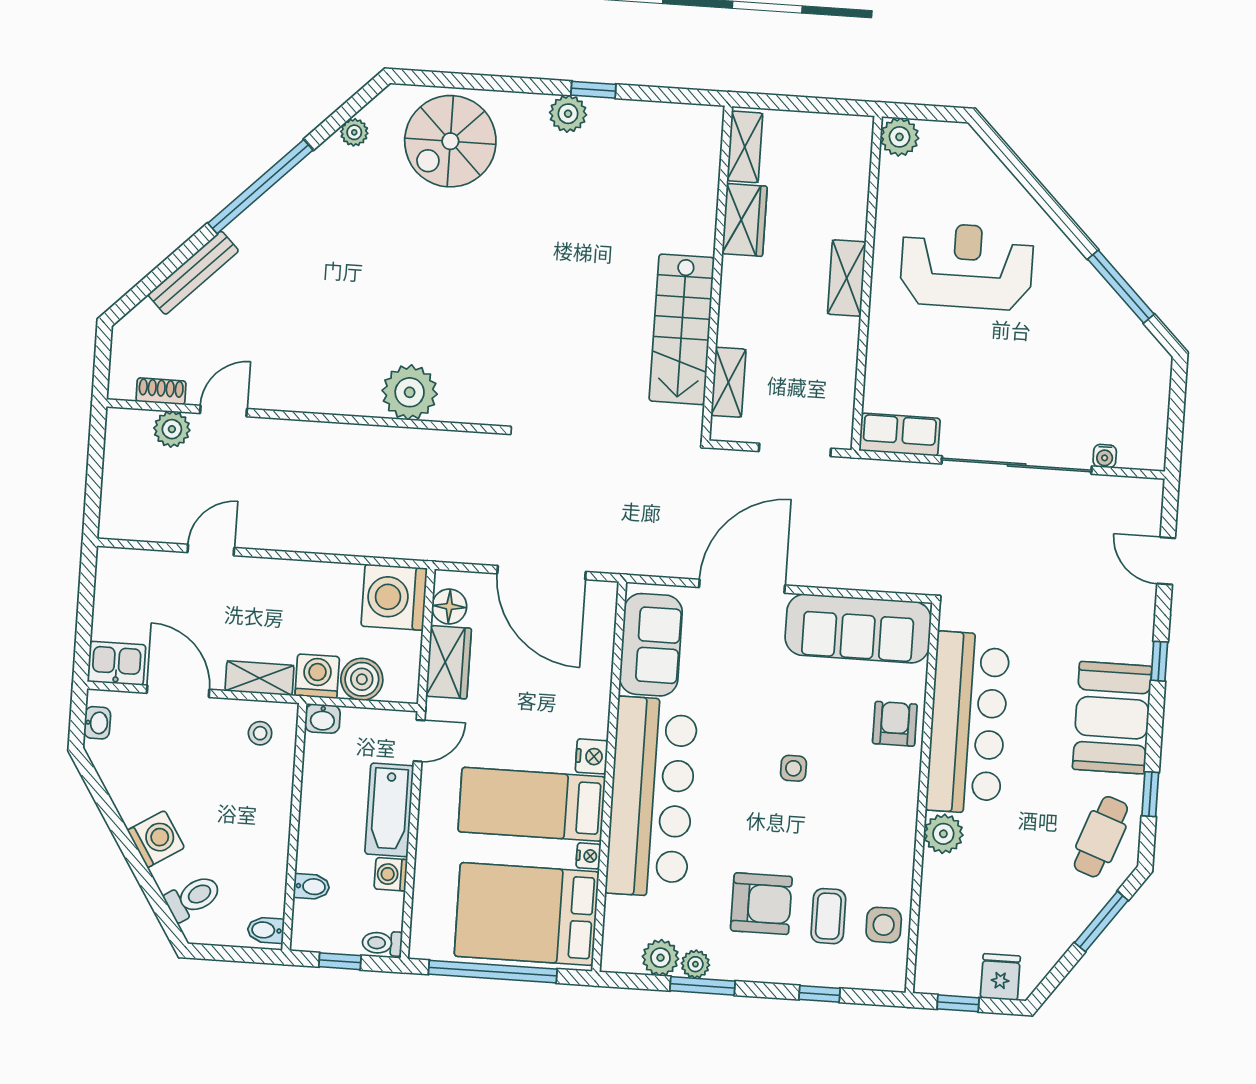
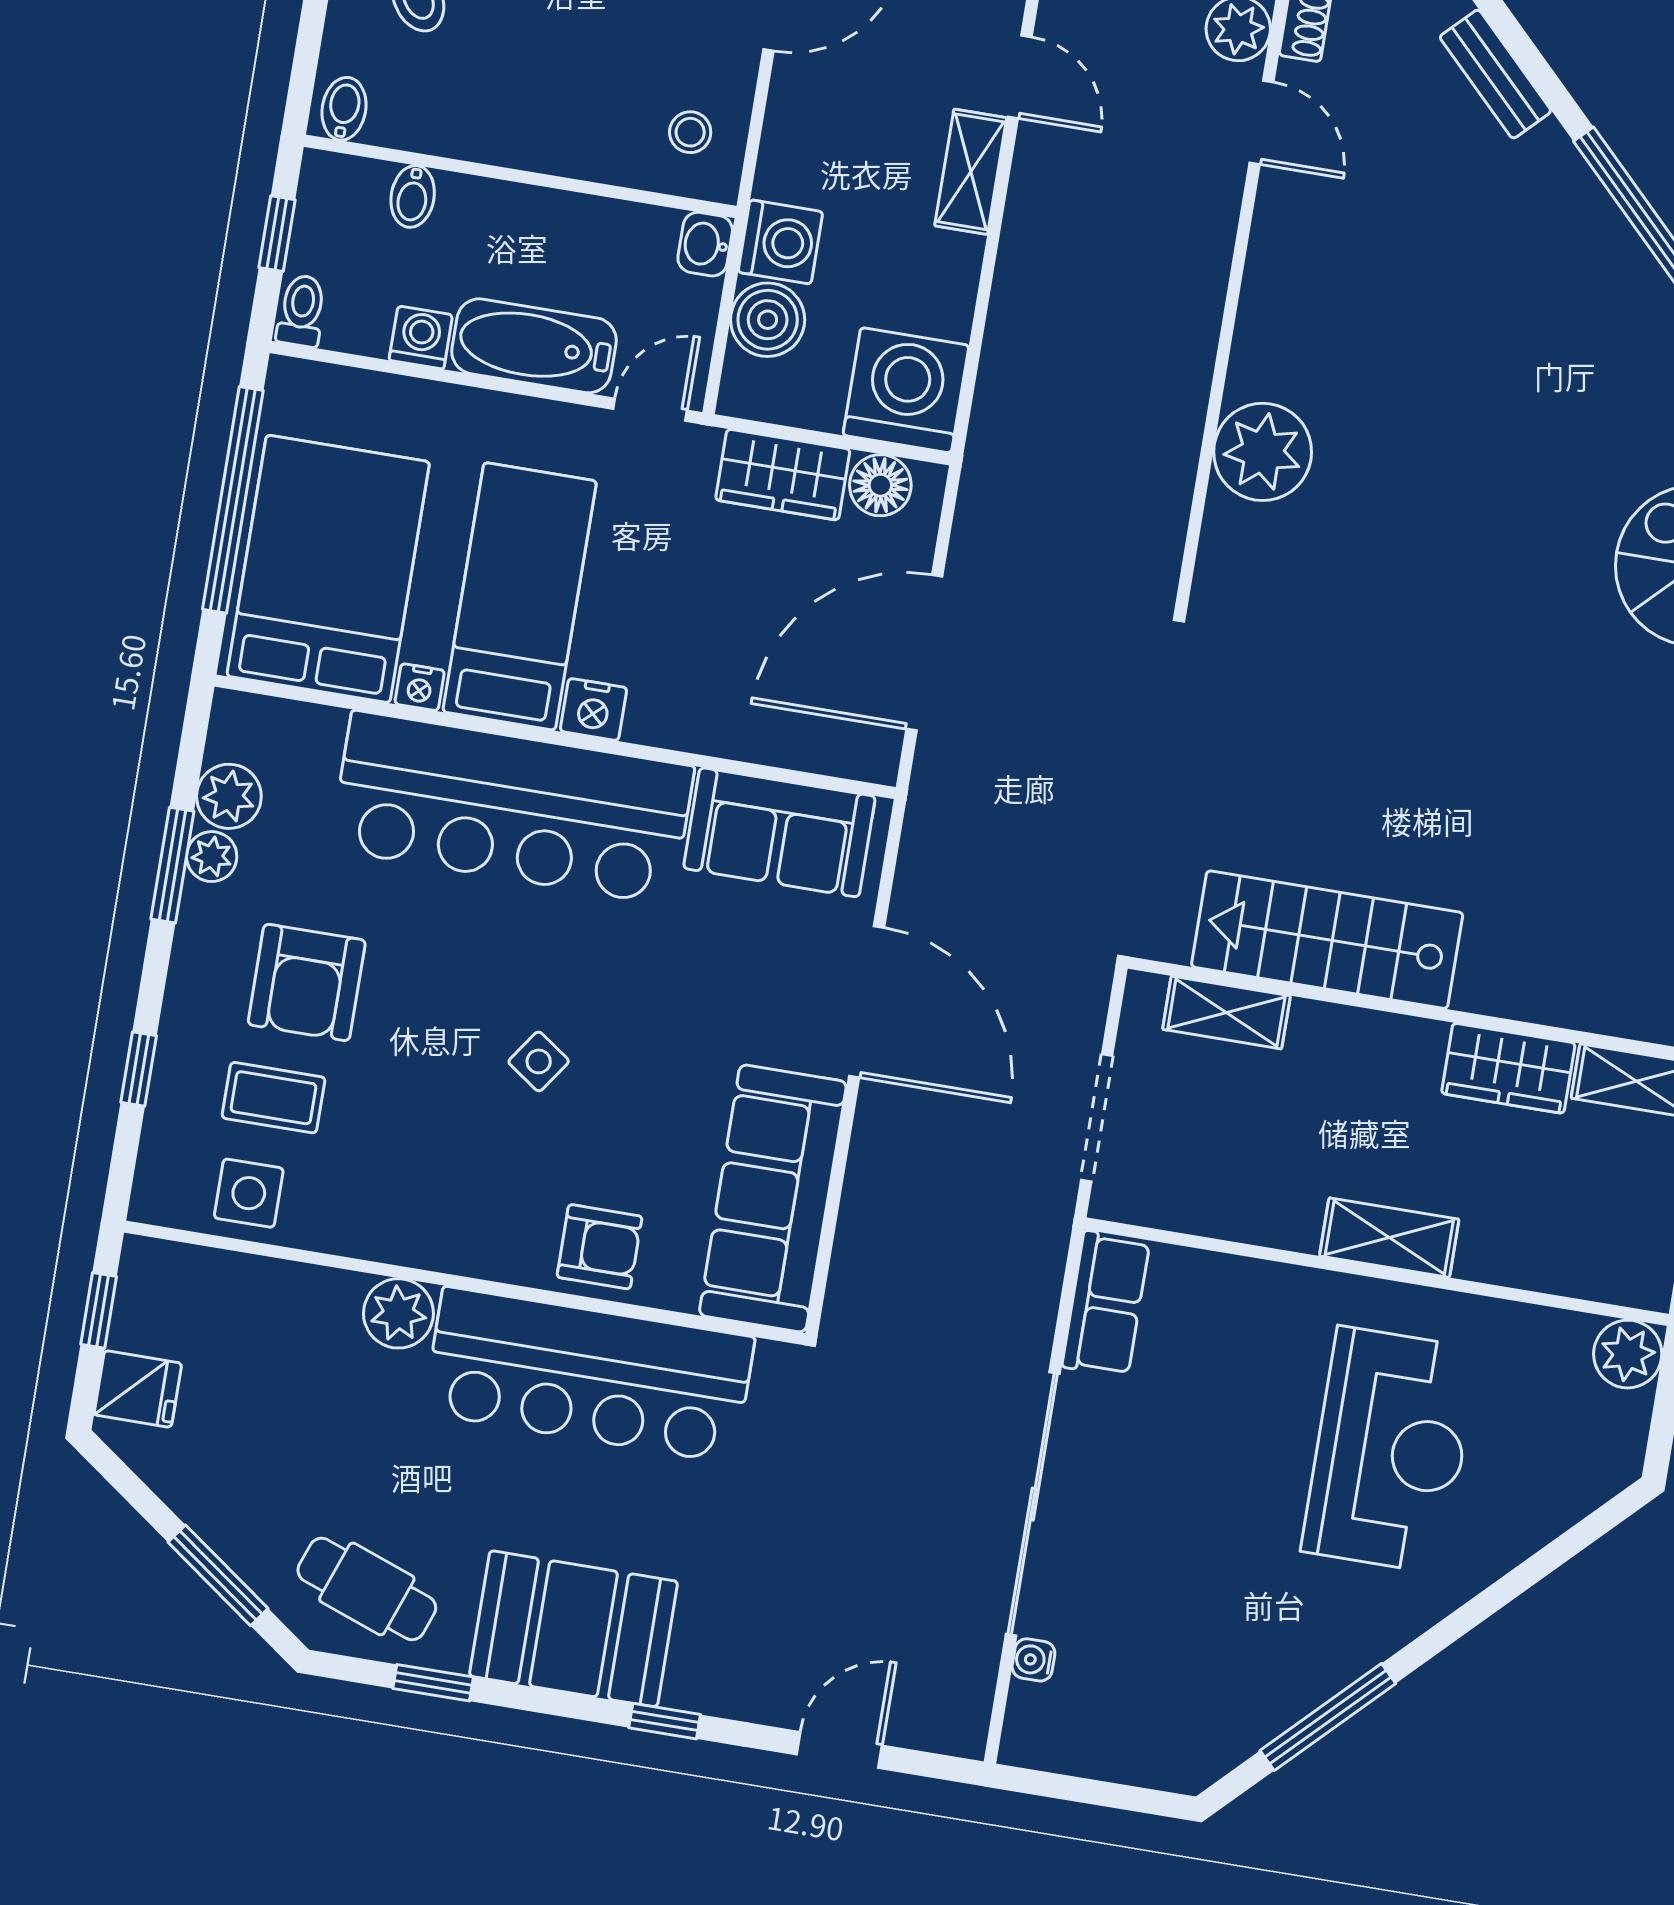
bench: (193, 273) -> (1495, 74), width x0.73
shelving: (260, 678) -> (971, 172), moved
door: (419, 741) -> (650, 410), swing flipped
side table: (793, 768) -> (539, 1061), turned 35

